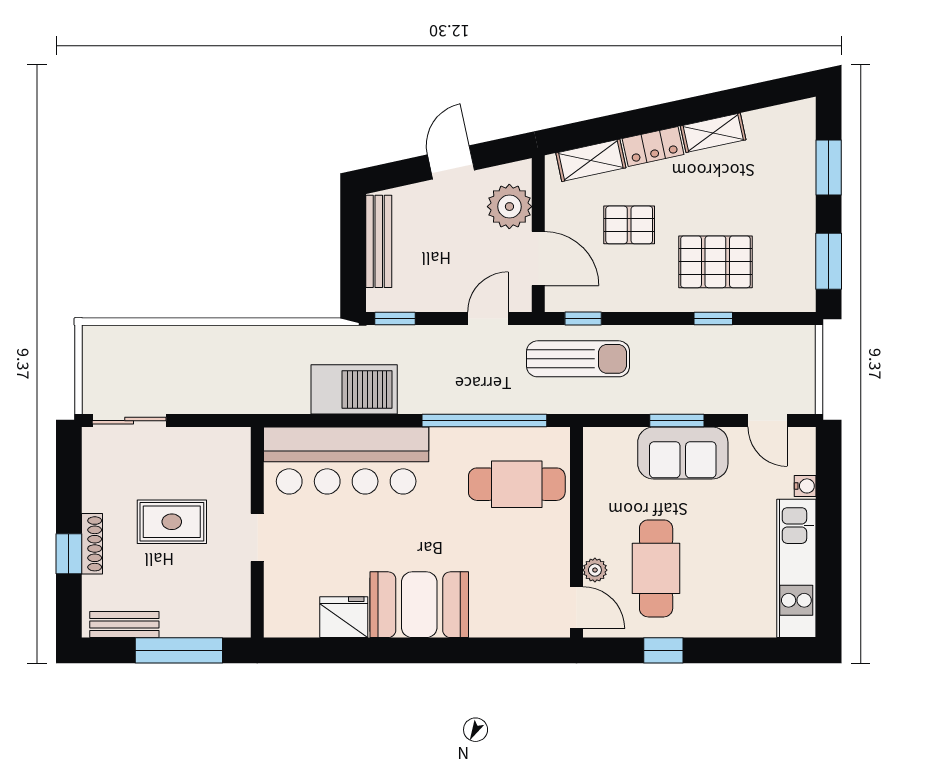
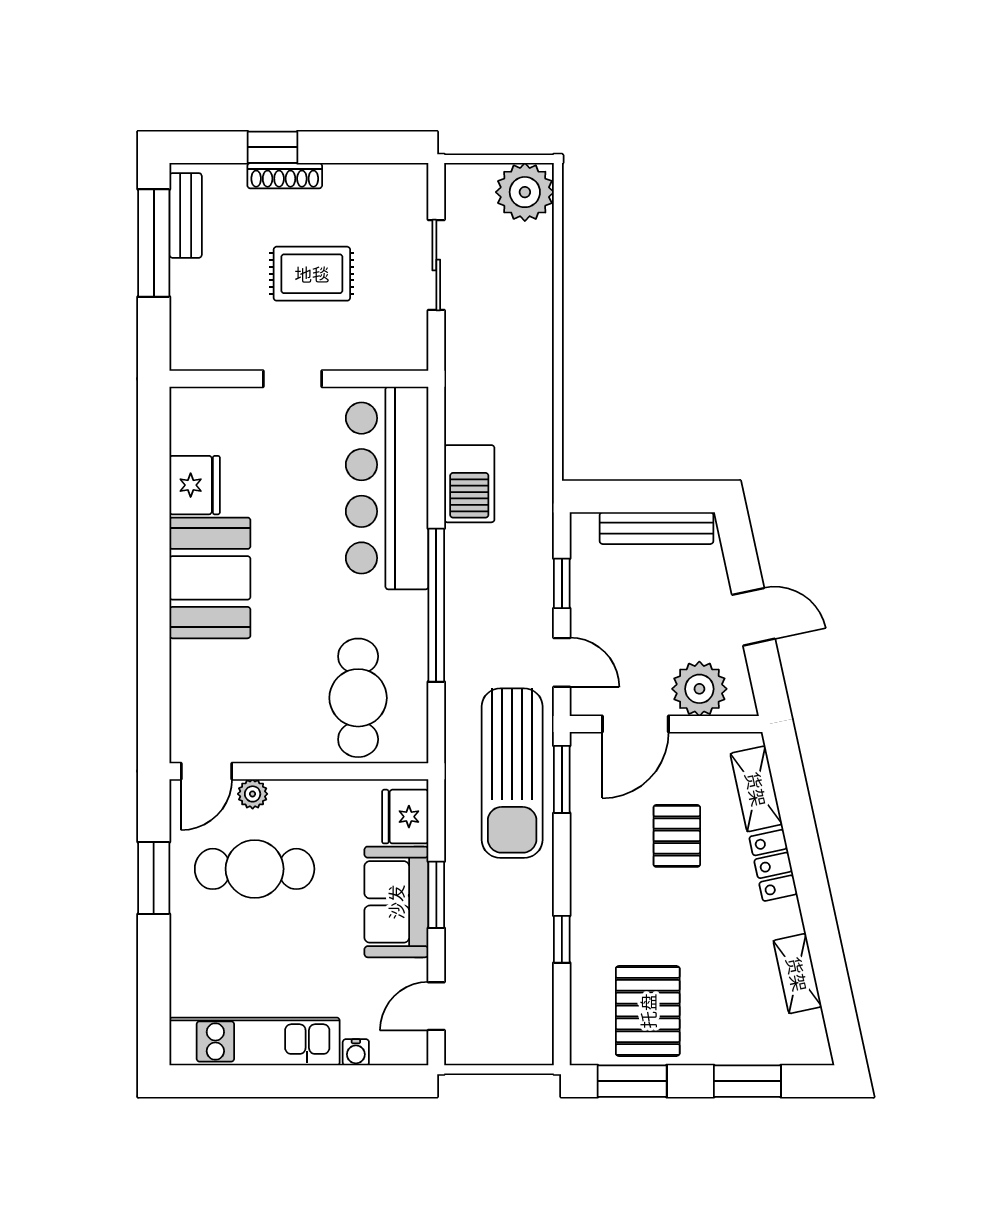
shelving: (713, 133) -> (797, 974), moved
pallet: (715, 262) -> (648, 1011), moved
window: (395, 318) -> (562, 583), moved
window: (583, 318) -> (562, 779), width x1.50
plant: (105, 349) -> (525, 192), added
sun lounger: (578, 359) -> (512, 773), width x1.36, depth x1.34
barbecue: (354, 389) -> (469, 484), width x0.73, depth x0.83
sliding door: (129, 421) -> (436, 265), moved
window: (484, 421) -> (436, 605), moved
fridge: (613, 446) -> (405, 817), added
rug: (172, 522) -> (312, 274), turned 90
window: (179, 650) -> (154, 243), moved
window: (663, 650) -> (154, 878), width x1.50

